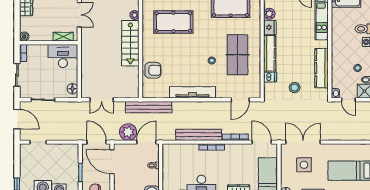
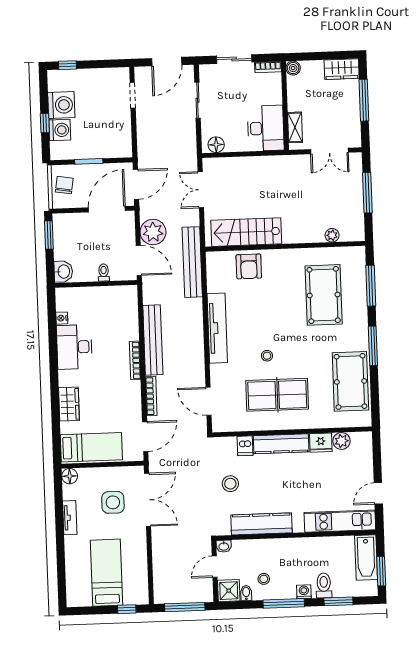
stairs: (130, 43) -> (246, 232), moved

